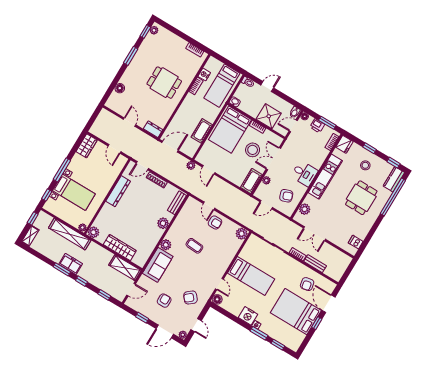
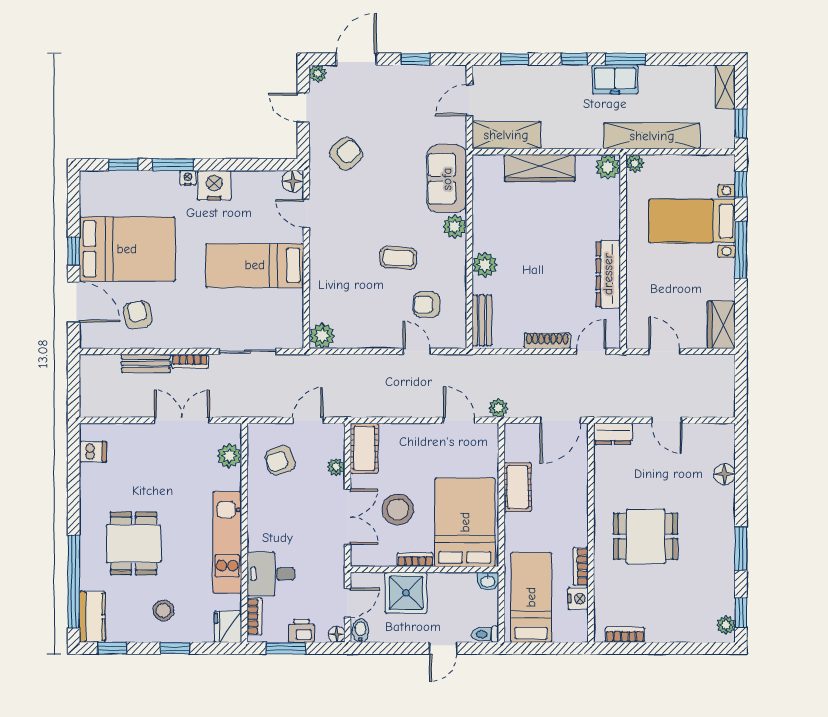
desk: (304, 174) -> (271, 574), moved
armchair: (215, 222) -> (427, 305), moved
armchair: (164, 301) -> (393, 118), removed

